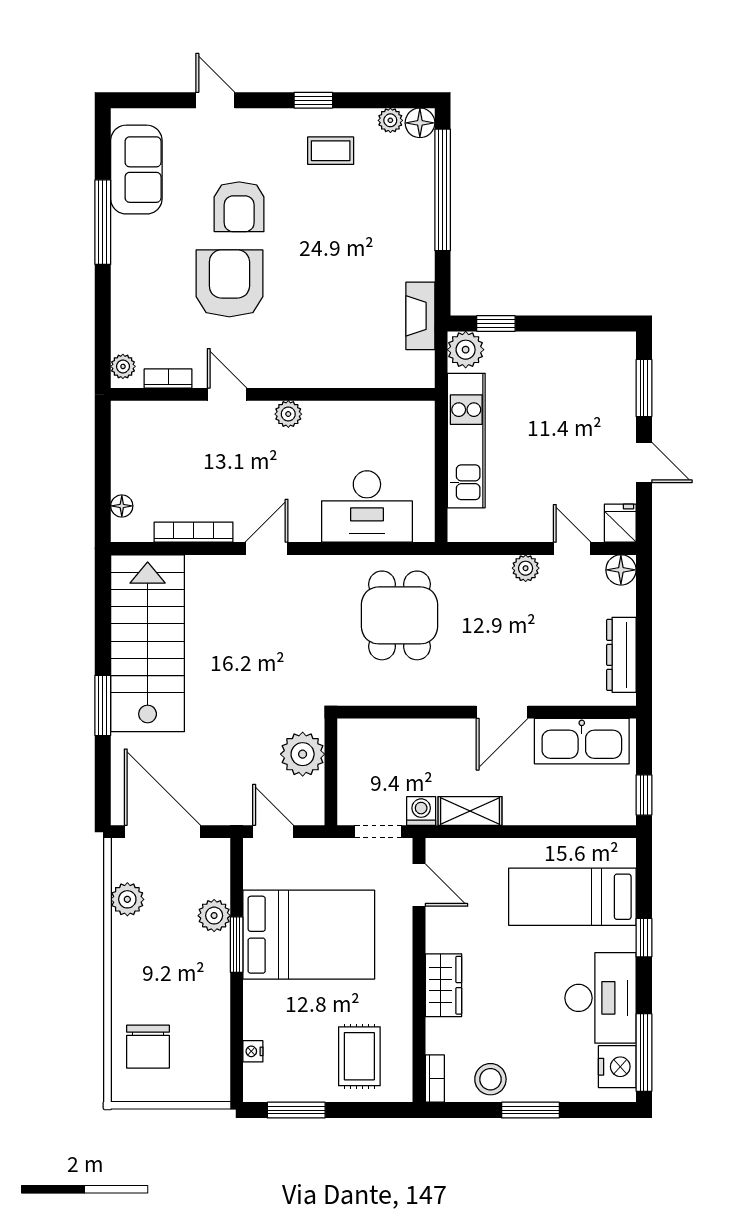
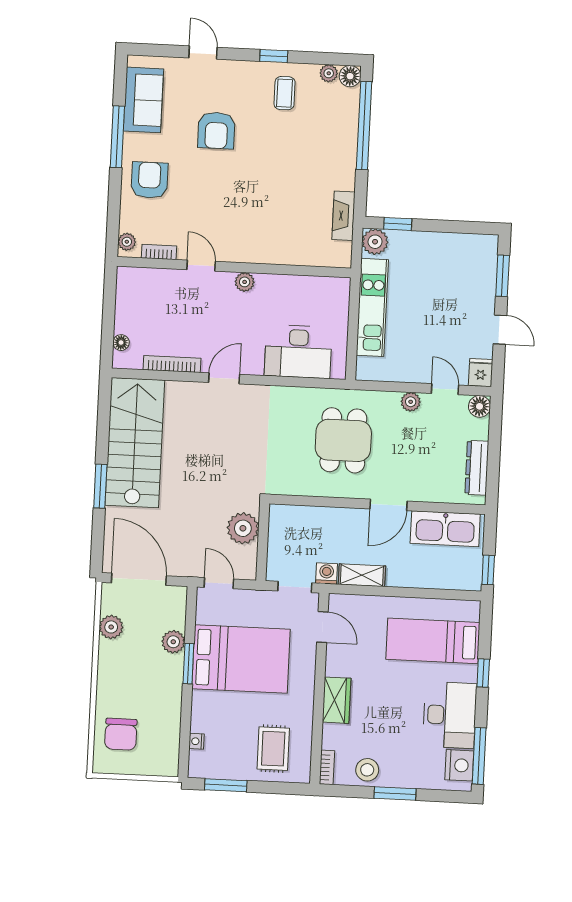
coffee table: (331, 151) -> (285, 93), turned 90
armchair: (229, 283) -> (149, 180), moved, width x0.73, depth x0.73
dining table: (400, 615) -> (343, 440), moved

